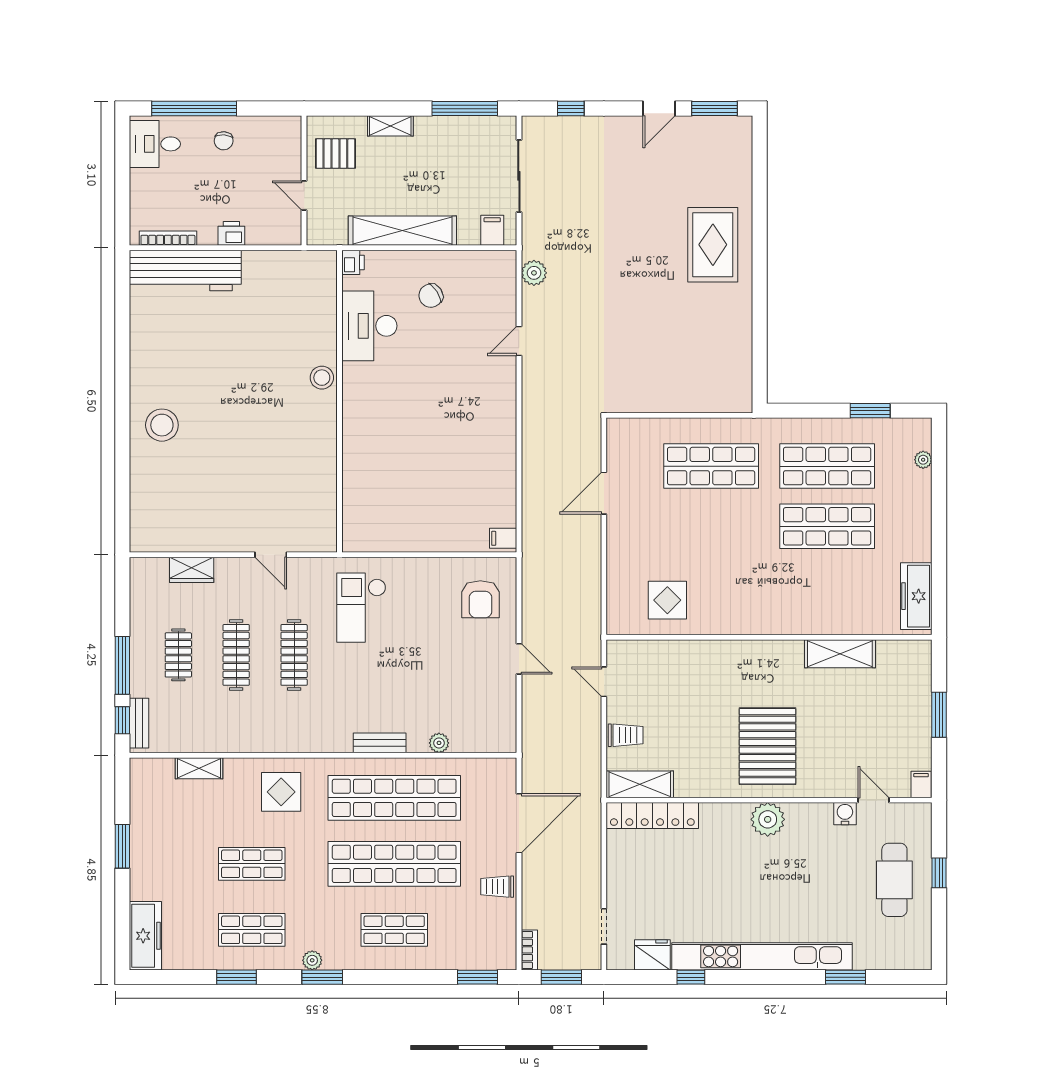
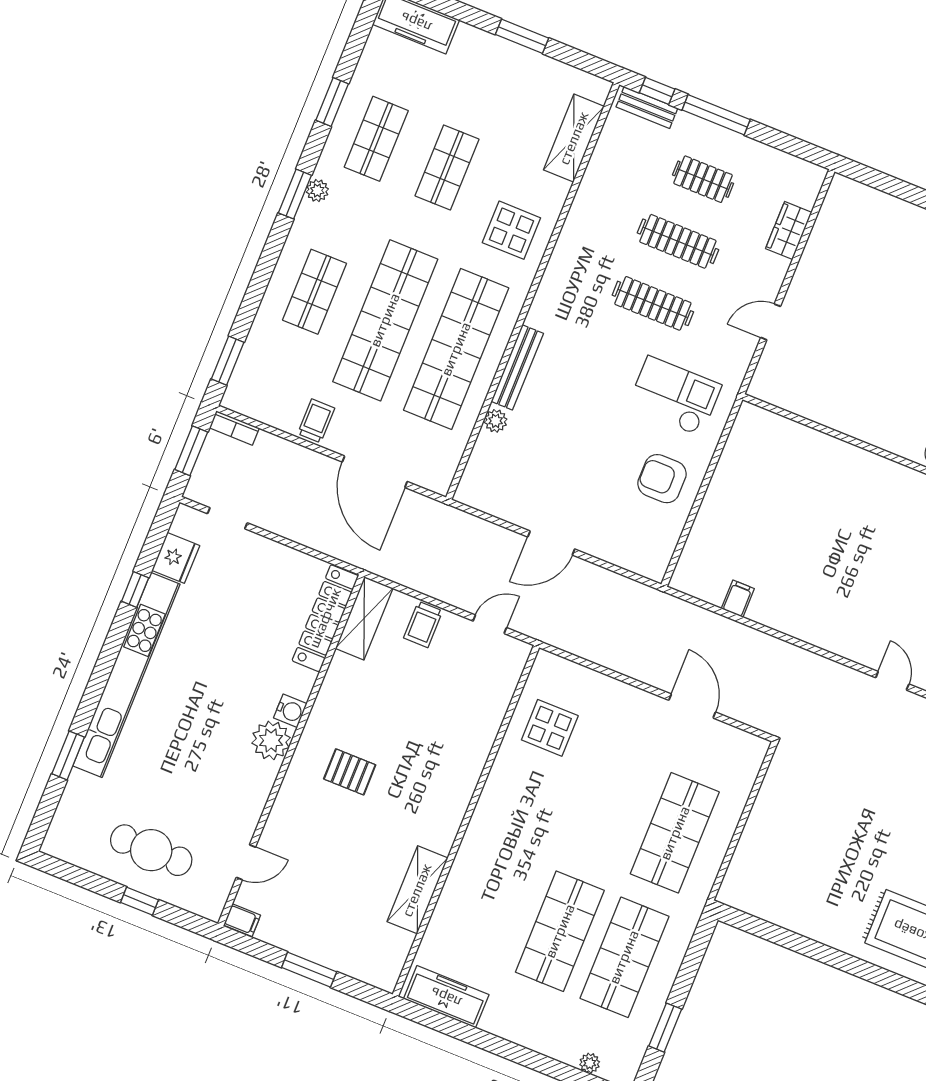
filing cabinet: (503, 538) -> (738, 599), moved
armchair: (480, 599) -> (662, 479), moved
door: (519, 659) -> (551, 543), width x1.38
bench: (380, 743) -> (517, 367), width x1.36
pallet: (767, 746) -> (350, 772), width x0.49, depth x0.50
shelving: (199, 768) -> (574, 138), width x1.50, depth x1.33
water cooler: (845, 814) -> (290, 711), moved

